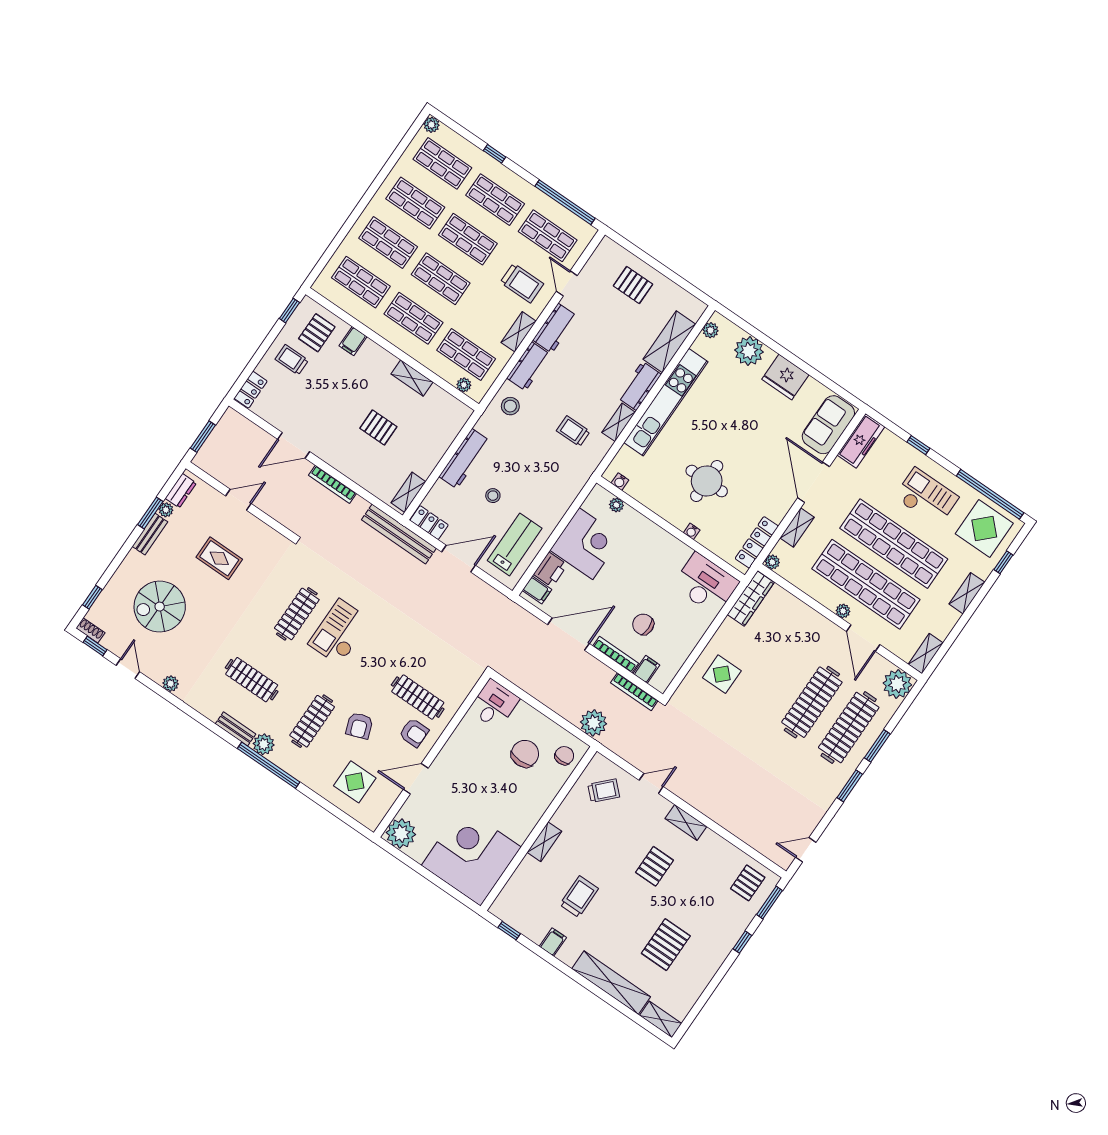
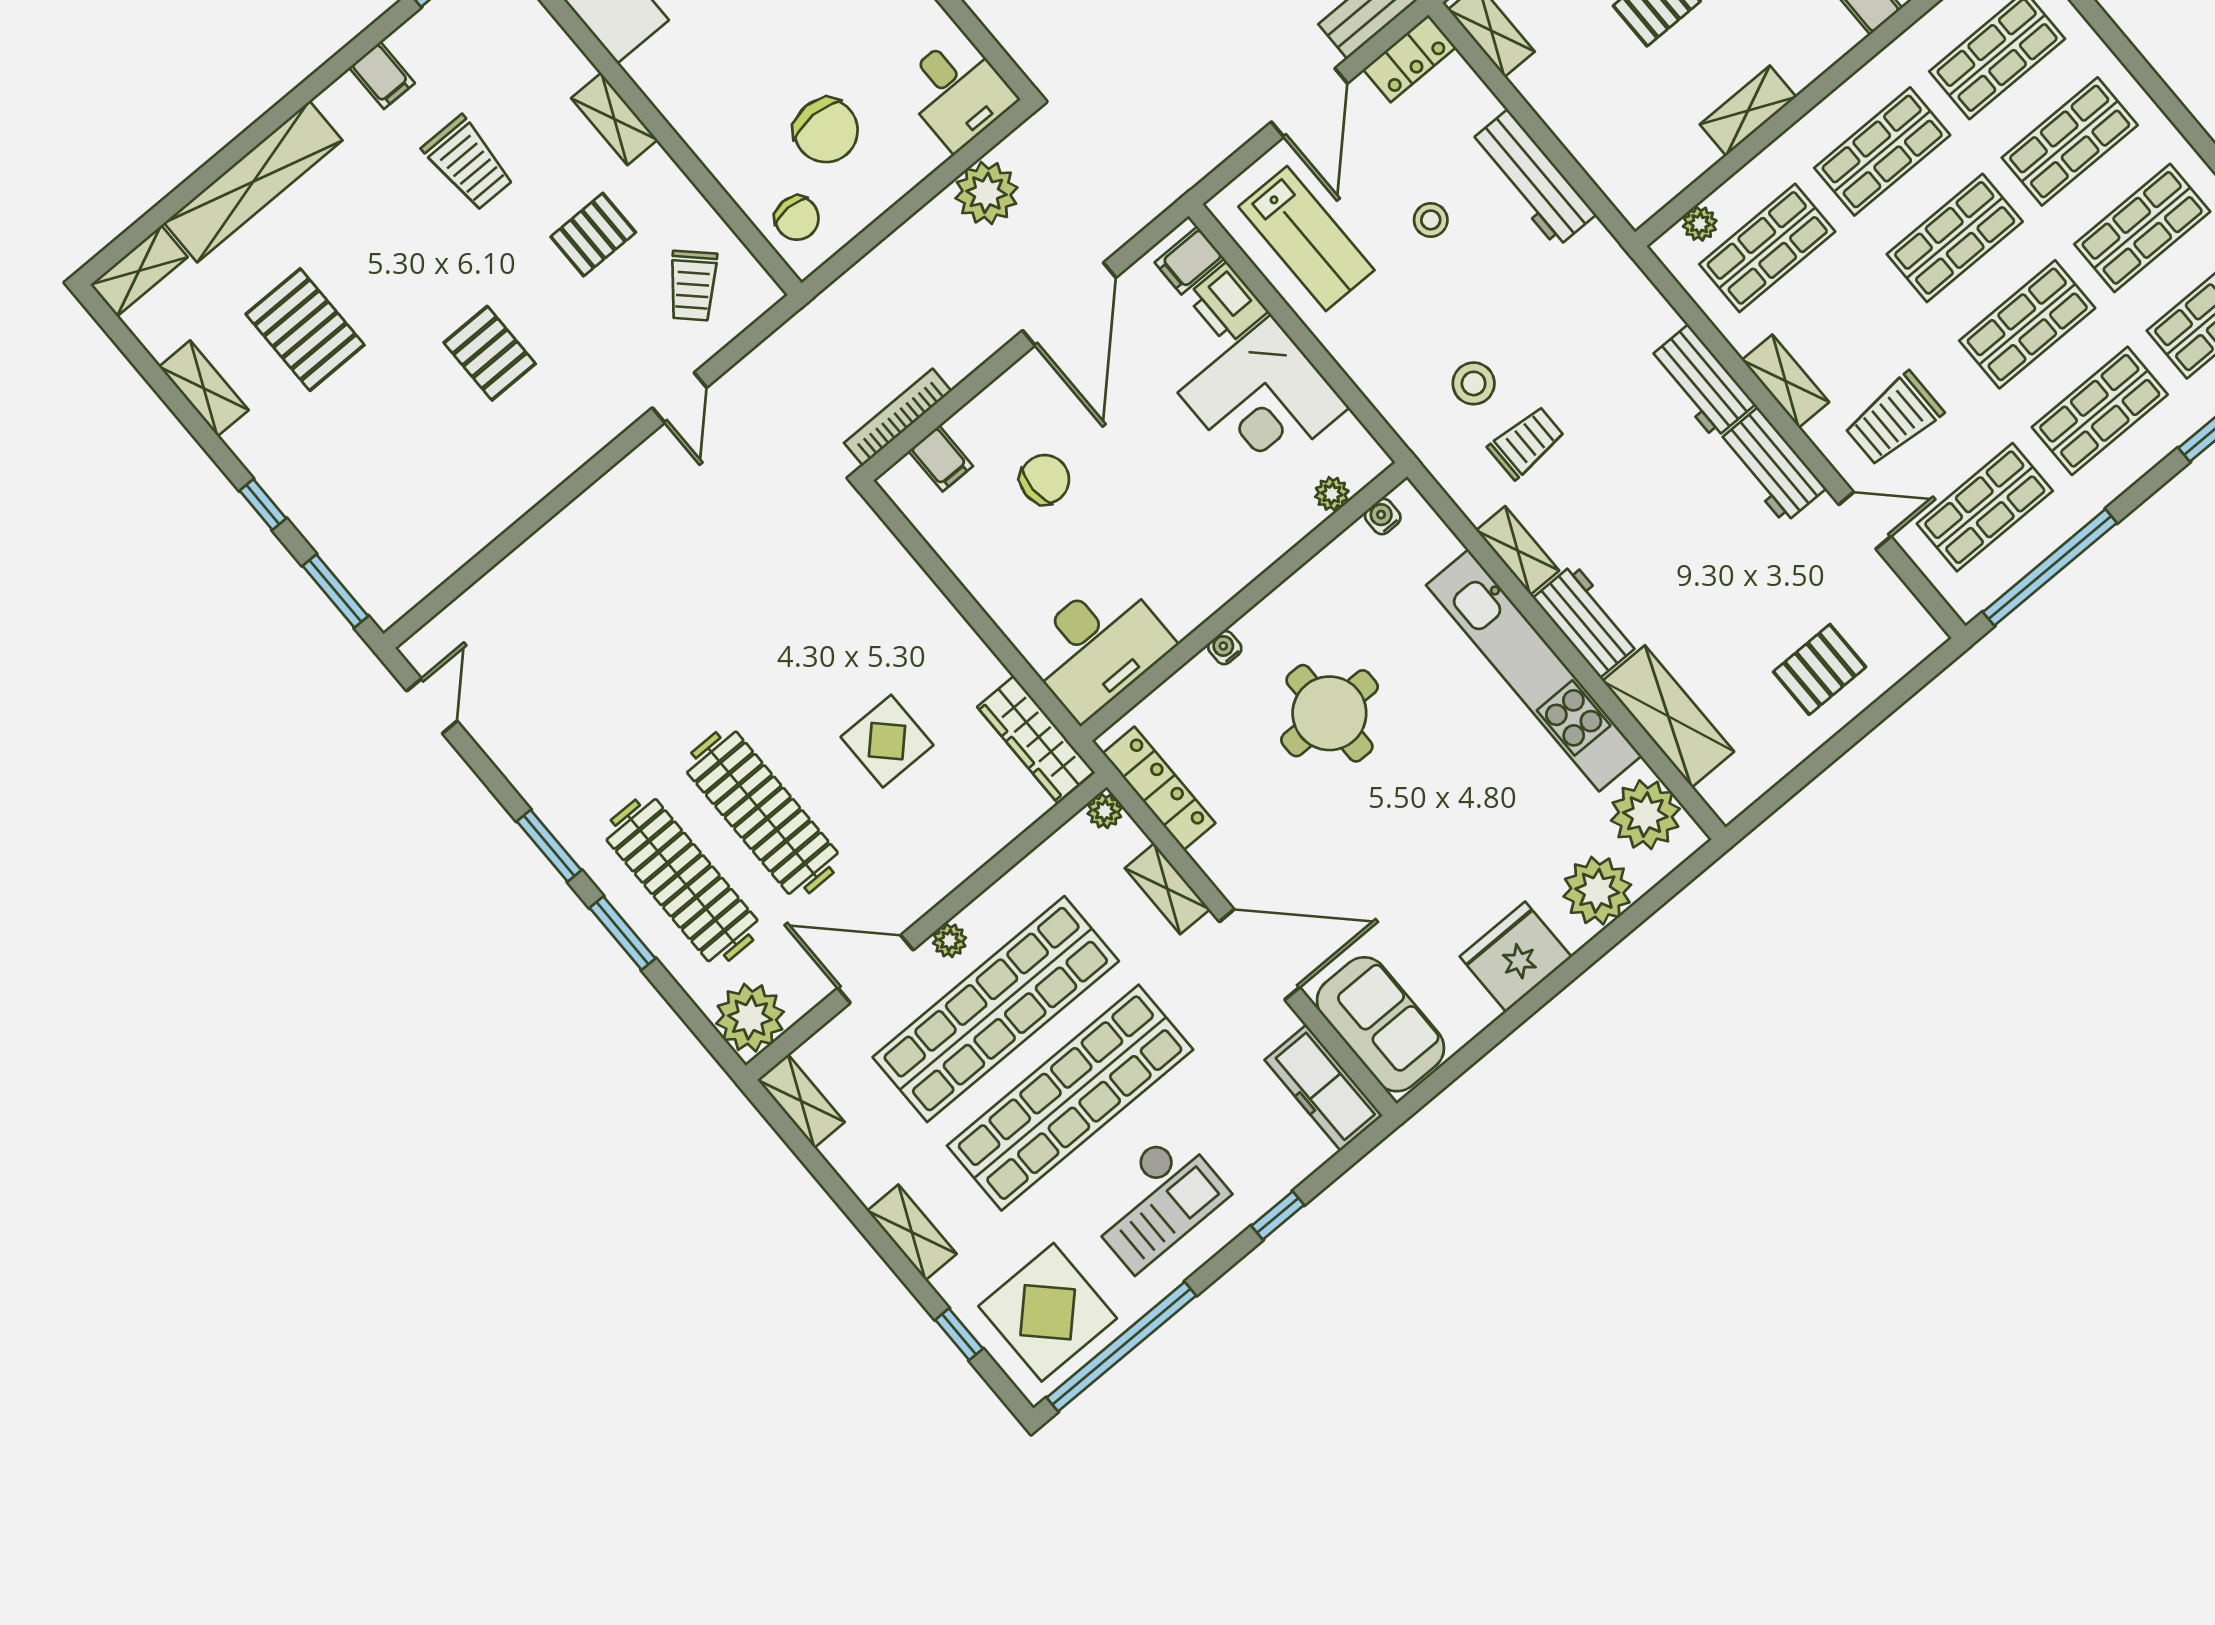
plant: (711, 330) -> (1645, 815), width x1.88, depth x1.88
stool: (510, 406) -> (1474, 383), moved
bookcase: (616, 655) -> (993, 398), removed
display table: (722, 674) -> (887, 741), moved
plant: (594, 723) -> (986, 193), moved
shelving: (686, 823) -> (204, 388), moved, turned 90
pallet: (748, 883) -> (593, 235), moved, turned 90

